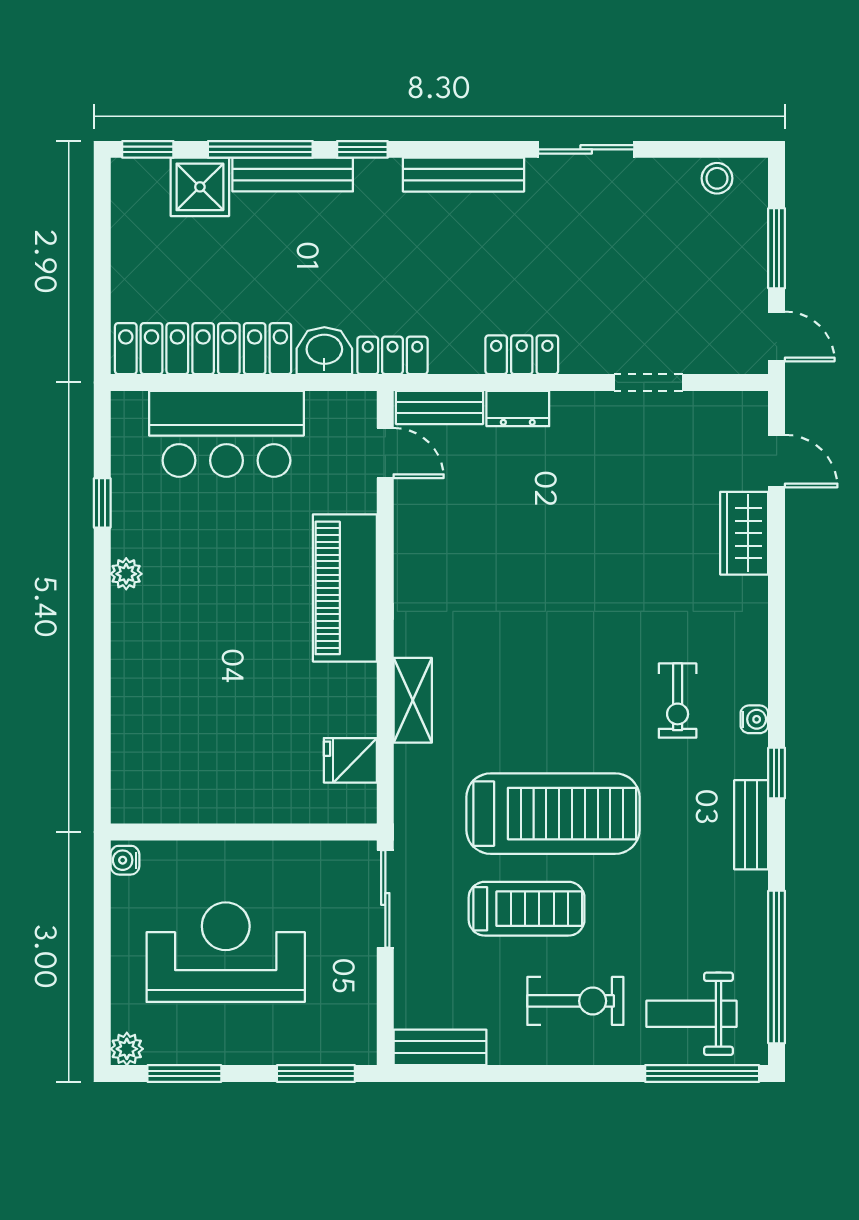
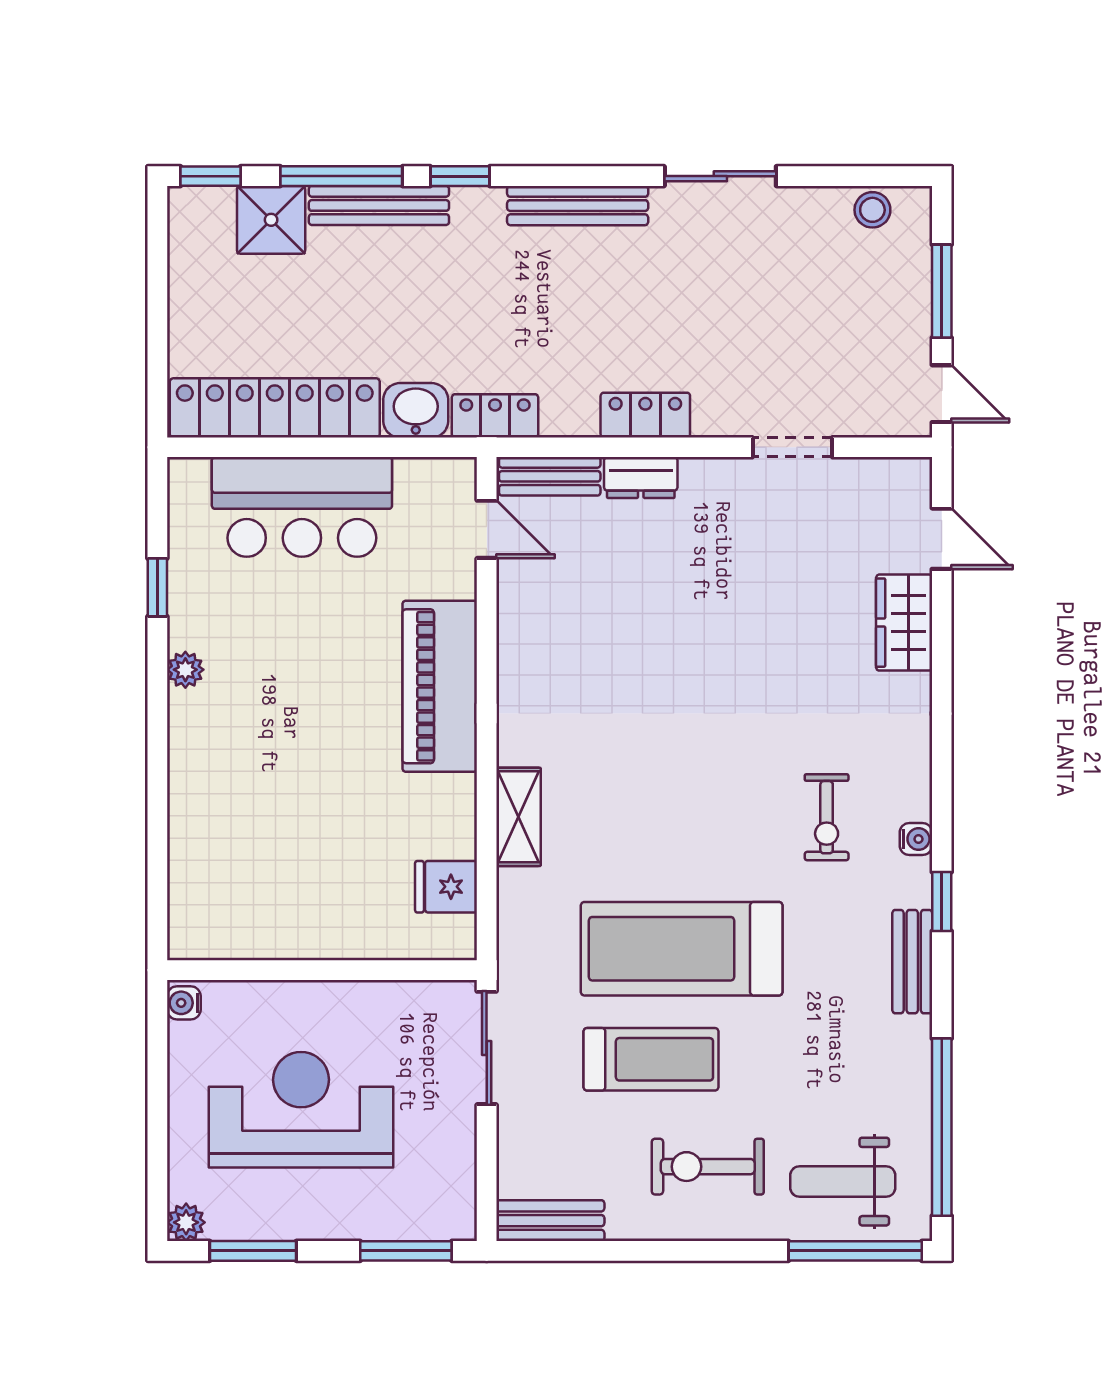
treadmill: (553, 814) -> (682, 949), turned 180
exercise bike: (575, 1001) -> (708, 1167), turned 180

